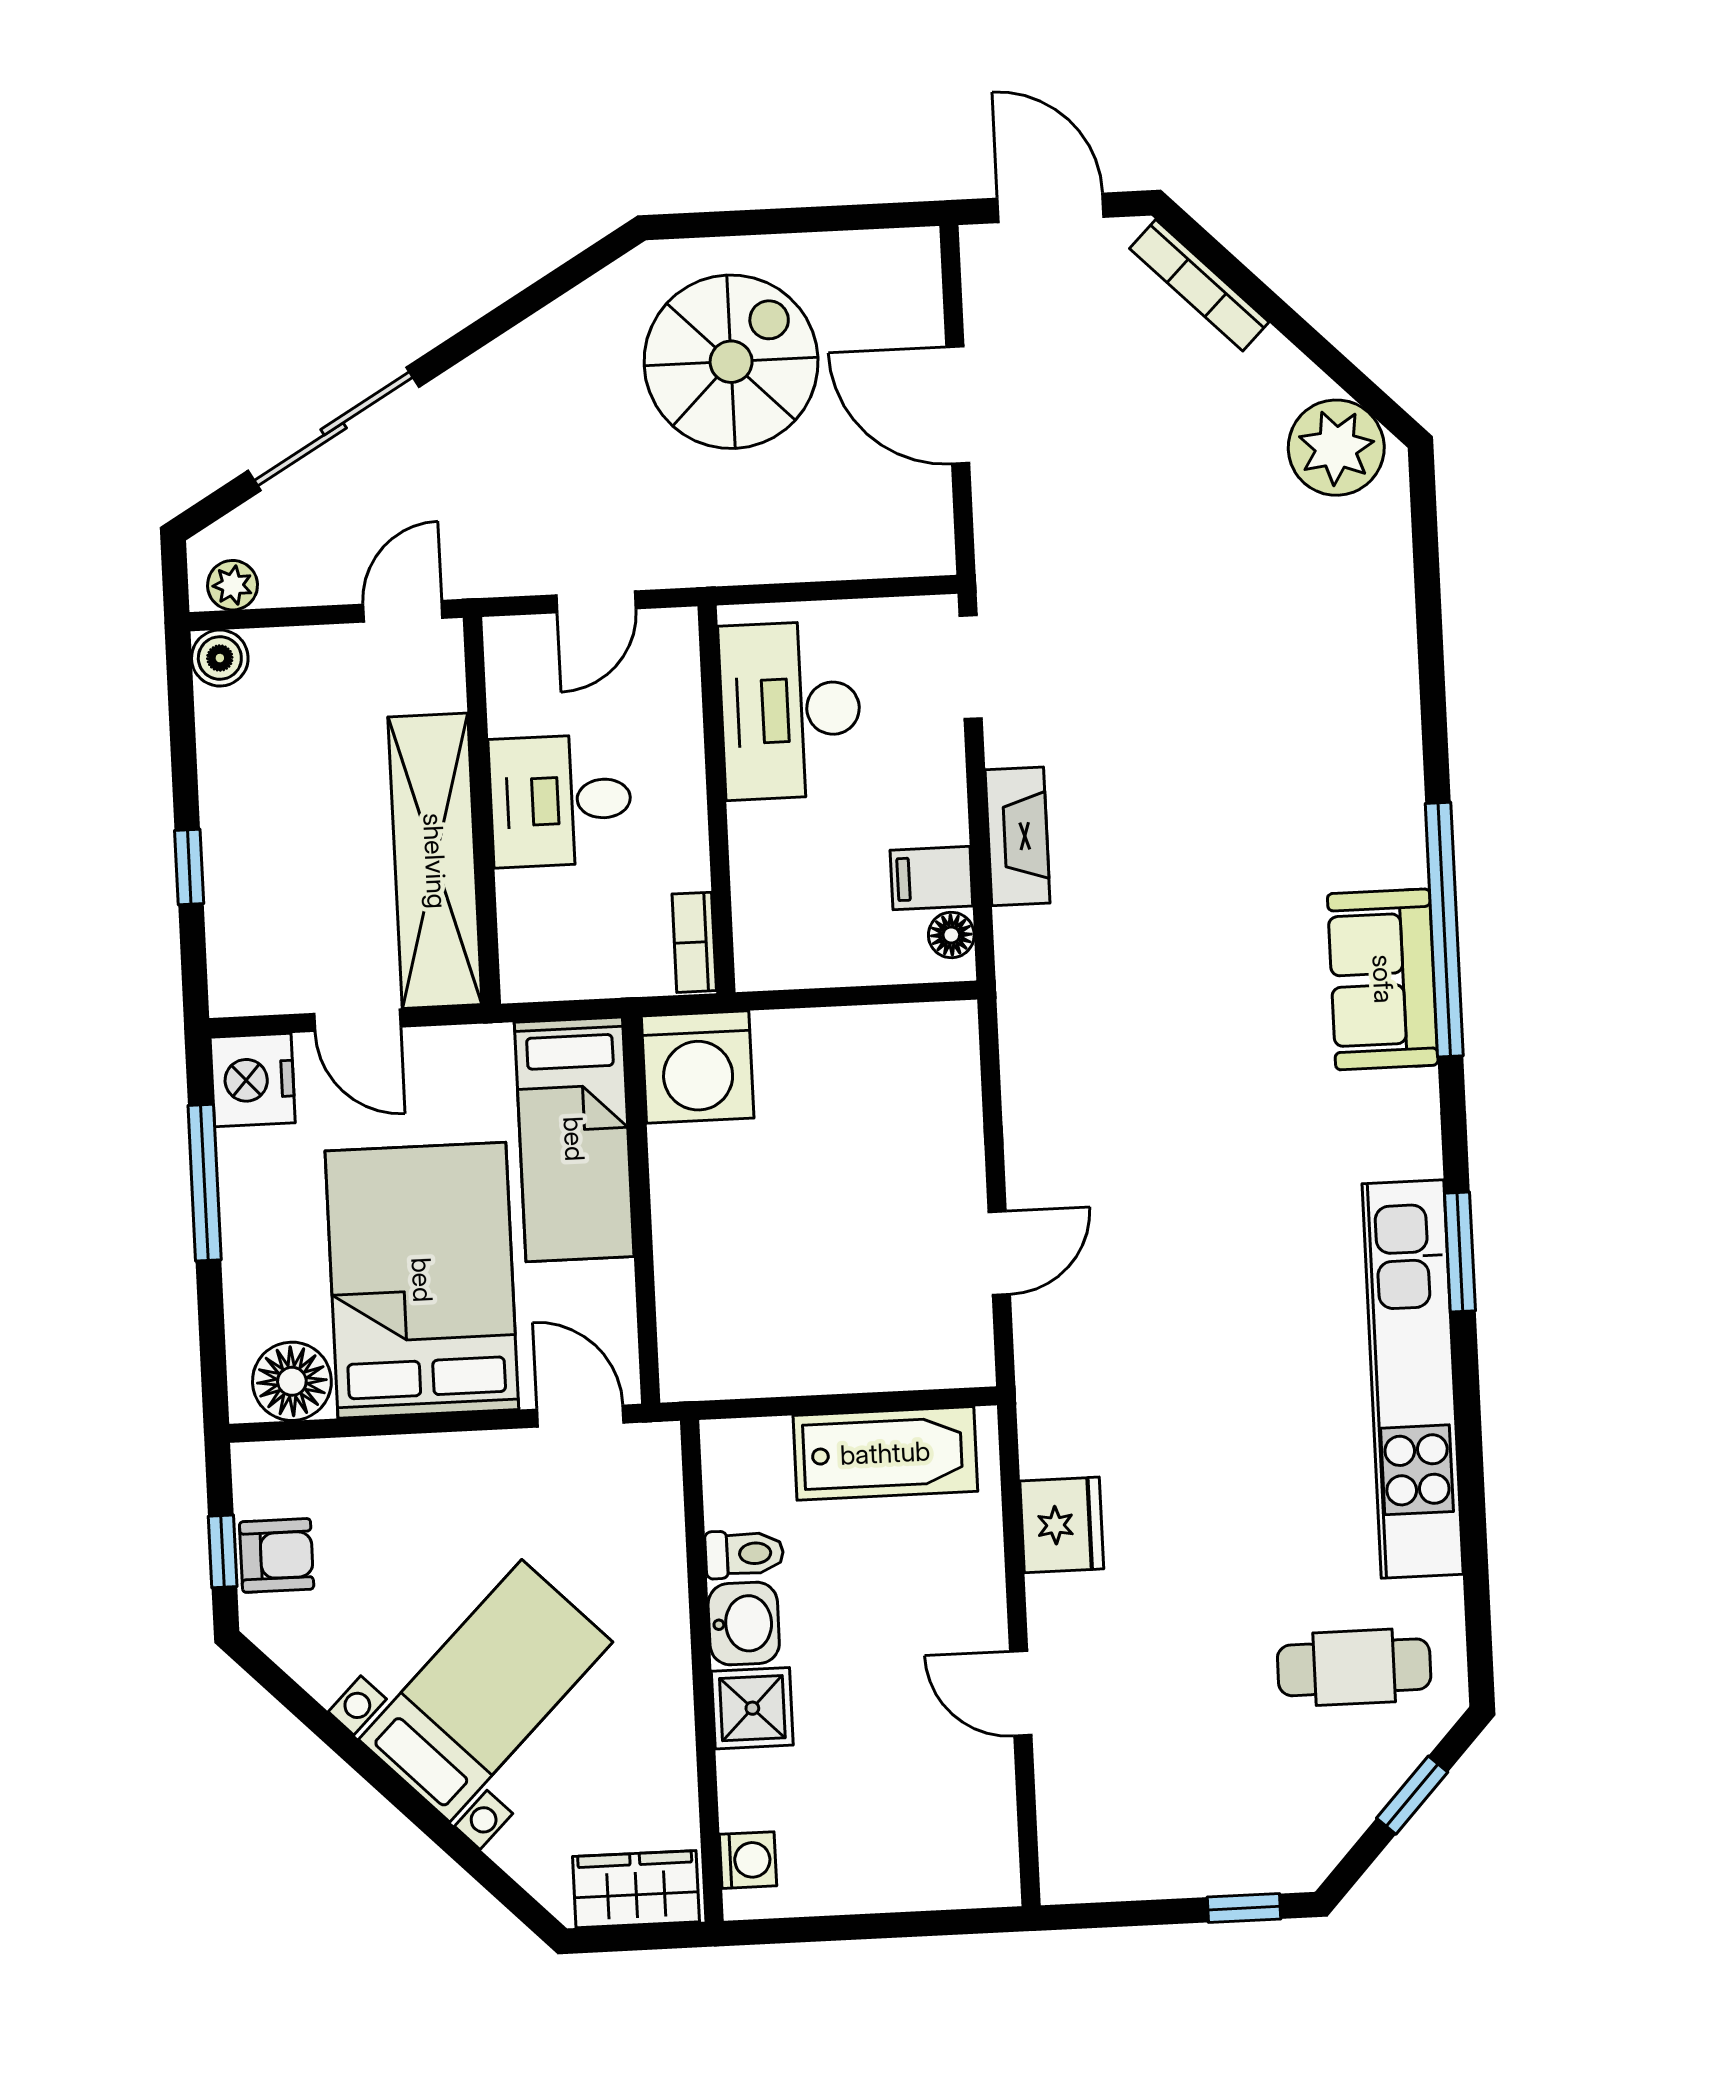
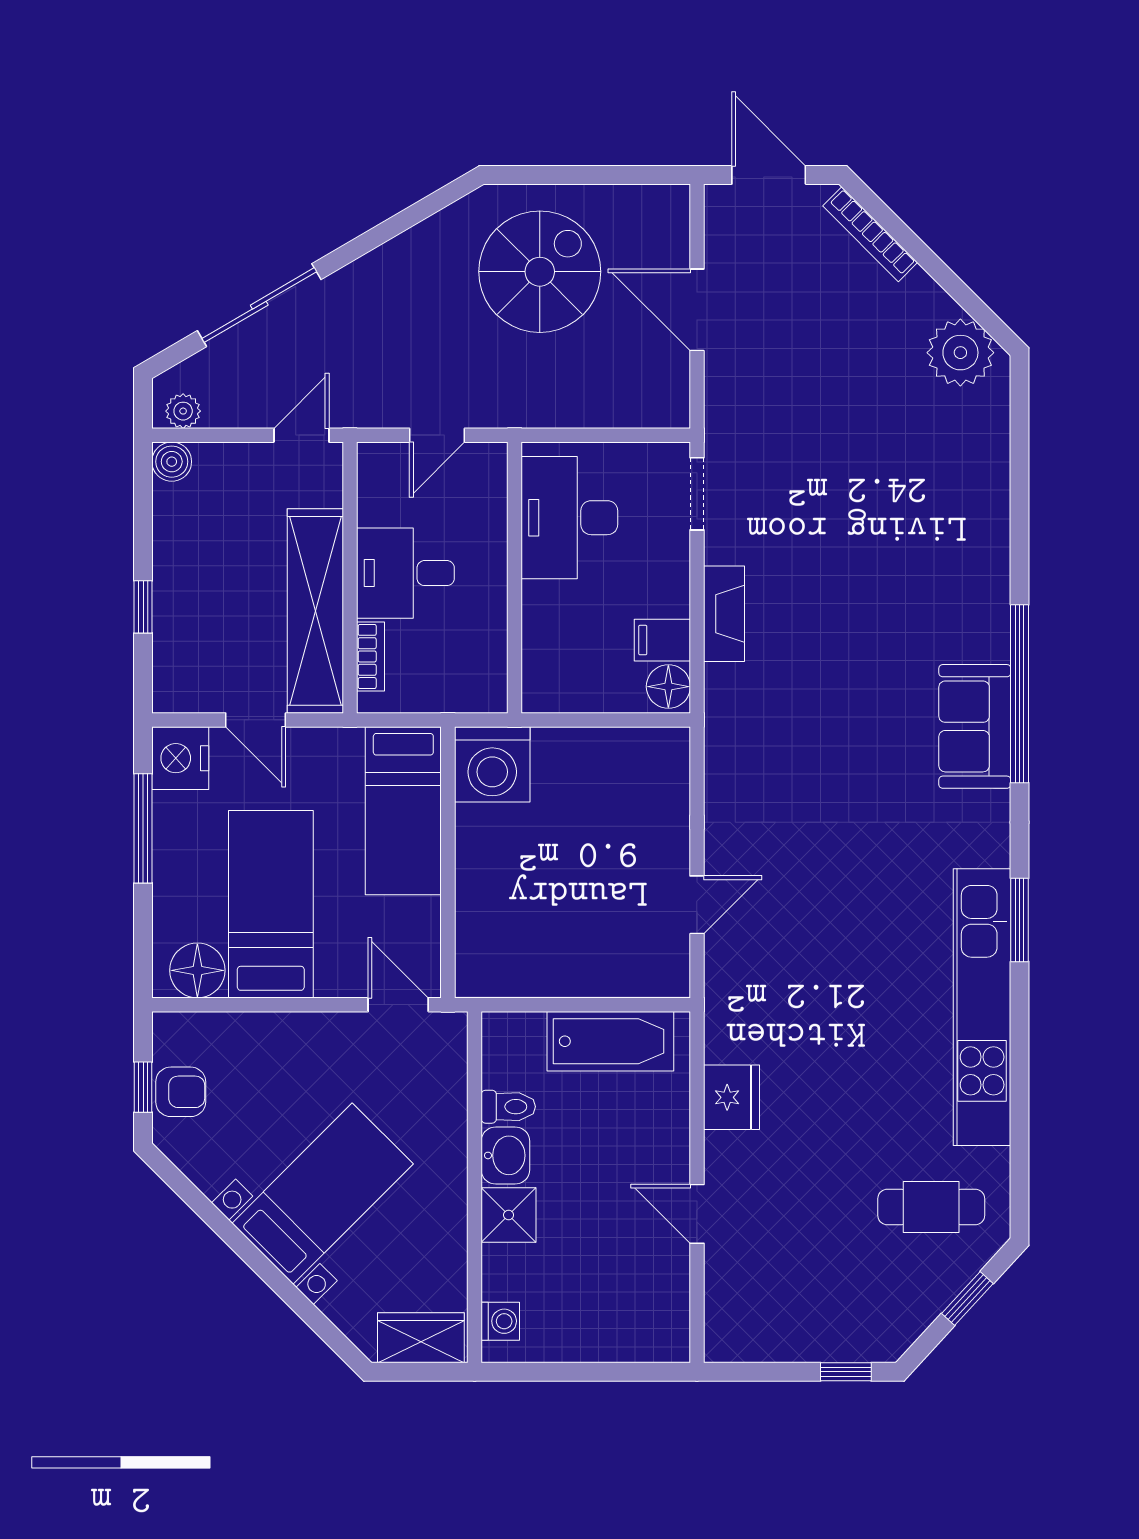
floor lamp: (951, 935) -> (668, 687), width x1.37, depth x1.37
bookcase: (694, 942) -> (370, 656), moved, turned 180
bed: (422, 1280) -> (271, 904), width x0.67

